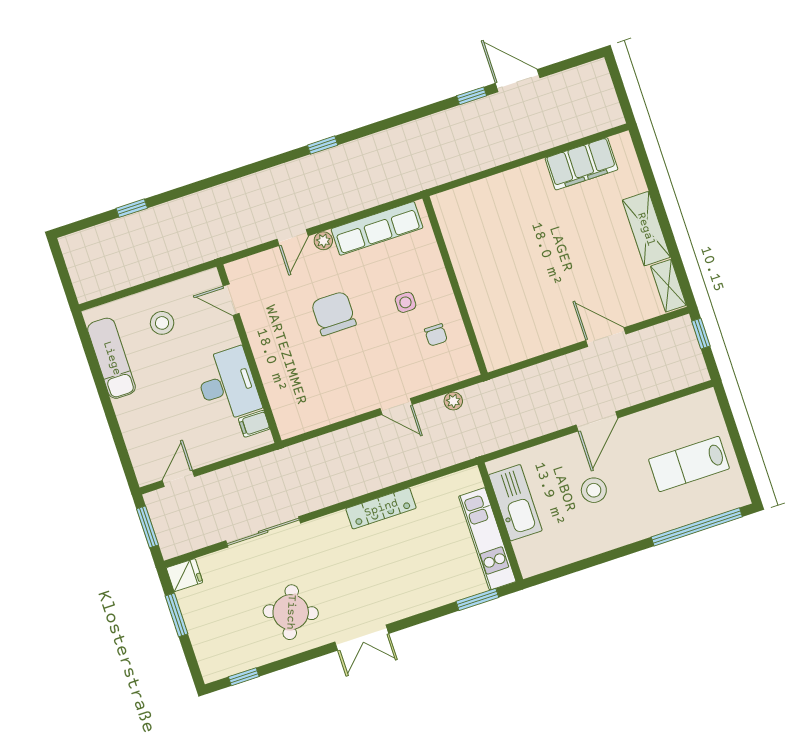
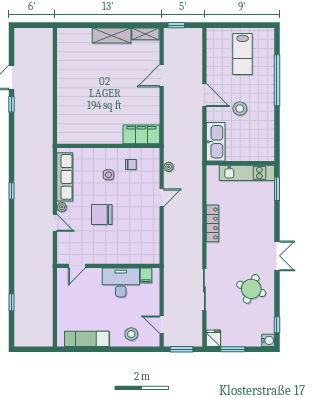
filing cabinet: (581, 164) -> (141, 134), moved, turned -90
stool: (162, 323) -> (131, 334), moved
kitchen sink: (515, 503) -> (216, 142), moved, turned 90
window: (697, 527) -> (277, 80), moved
water cooler: (212, 670) -> (268, 340), added

